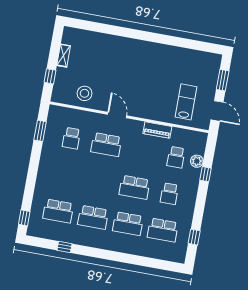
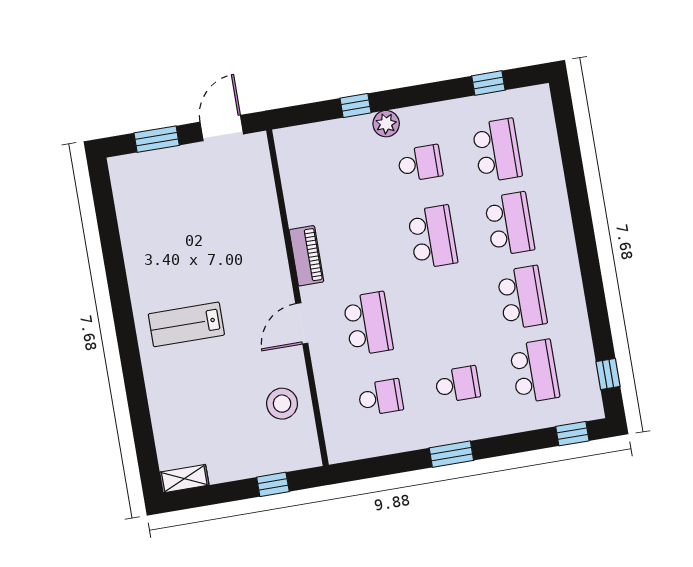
shelving: (64, 56) -> (184, 479), moved
lab bench: (186, 102) -> (186, 324), moved
piano: (157, 130) -> (306, 256), moved
window: (40, 131) -> (451, 454), moved
school desk: (176, 157) -> (457, 384), moved
plant: (197, 161) -> (386, 124), moved
window: (65, 247) -> (608, 374), moved

